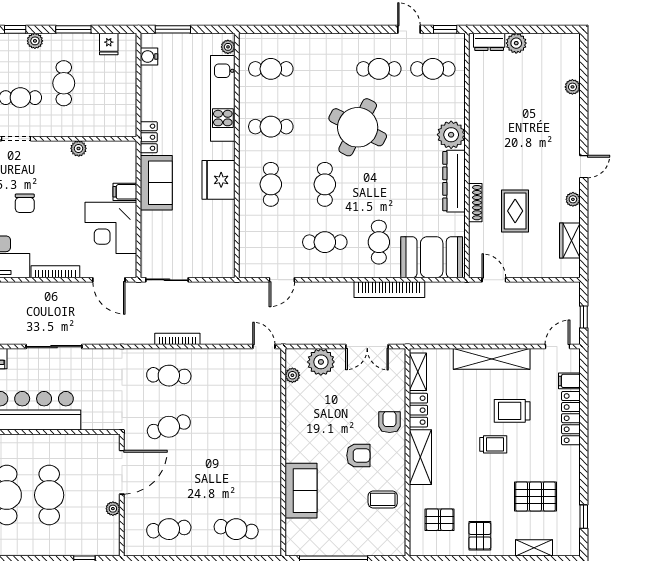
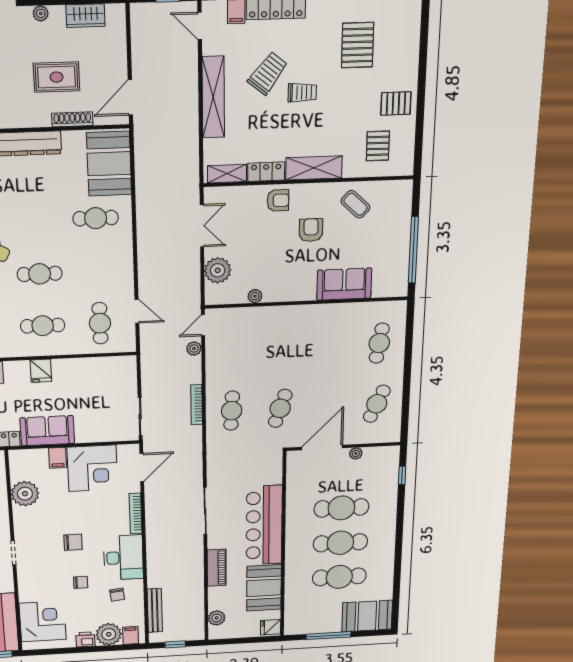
plant: (79, 148) -> (25, 494), width x1.88, depth x1.88
fridge: (219, 180) -> (41, 371), width x0.53, depth x0.75
shoe rack: (475, 203) -> (72, 119), moved
cafe table: (325, 242) -> (100, 323), moved
door: (494, 280) -> (130, 97), width x1.38
bookcase: (389, 290) -> (144, 206), removed
plant: (239, 337) -> (194, 349), added
plant: (292, 375) -> (255, 296), moved
trolley: (512, 411) -> (268, 73), turned -142
armchair: (390, 422) -> (278, 200), turned 180
cafe table: (169, 427) -> (280, 408), turned 36
trolley: (493, 444) -> (302, 93), turned 91
door: (122, 472) -> (322, 447), hinge flipped
coffee table: (383, 499) -> (355, 204), turned -47
cafe table: (169, 529) -> (377, 404), turned 30
shelving: (534, 548) -> (411, 45), removed

